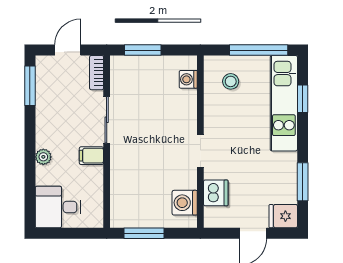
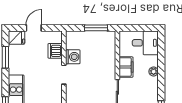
filing cabinet: (91, 156) -> (126, 67), width x2.00
washing machine: (185, 203) -> (73, 57), moved

